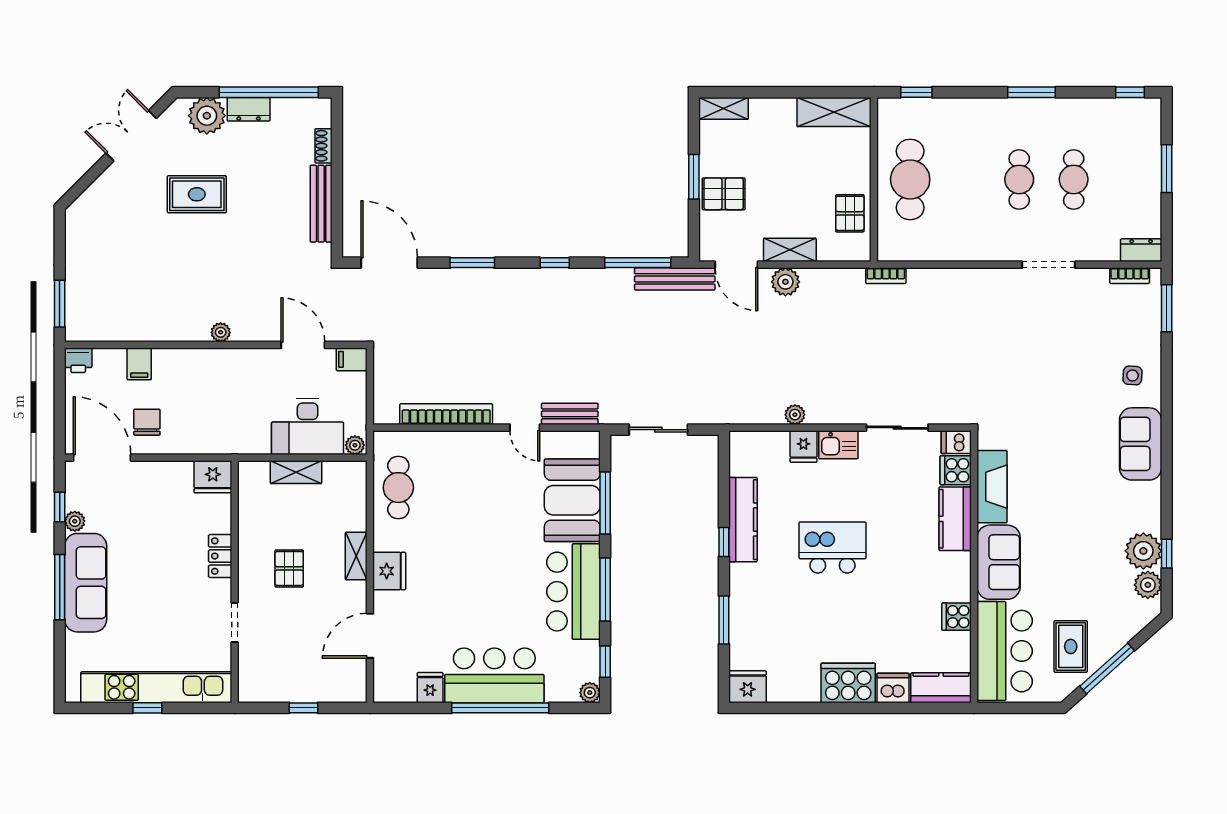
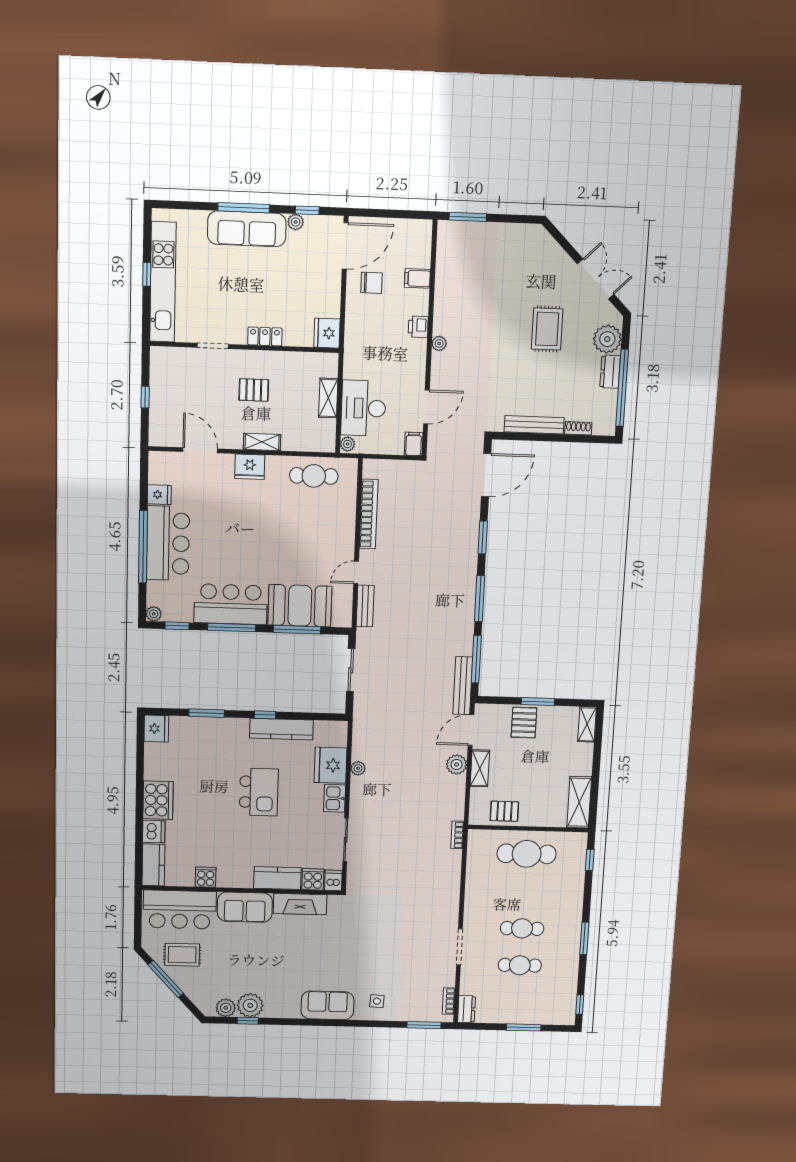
window: (555, 263) -> (480, 599), width x2.17
printer: (78, 360) -> (418, 327), moved
fridge: (803, 446) -> (331, 765), width x1.88, depth x1.34

